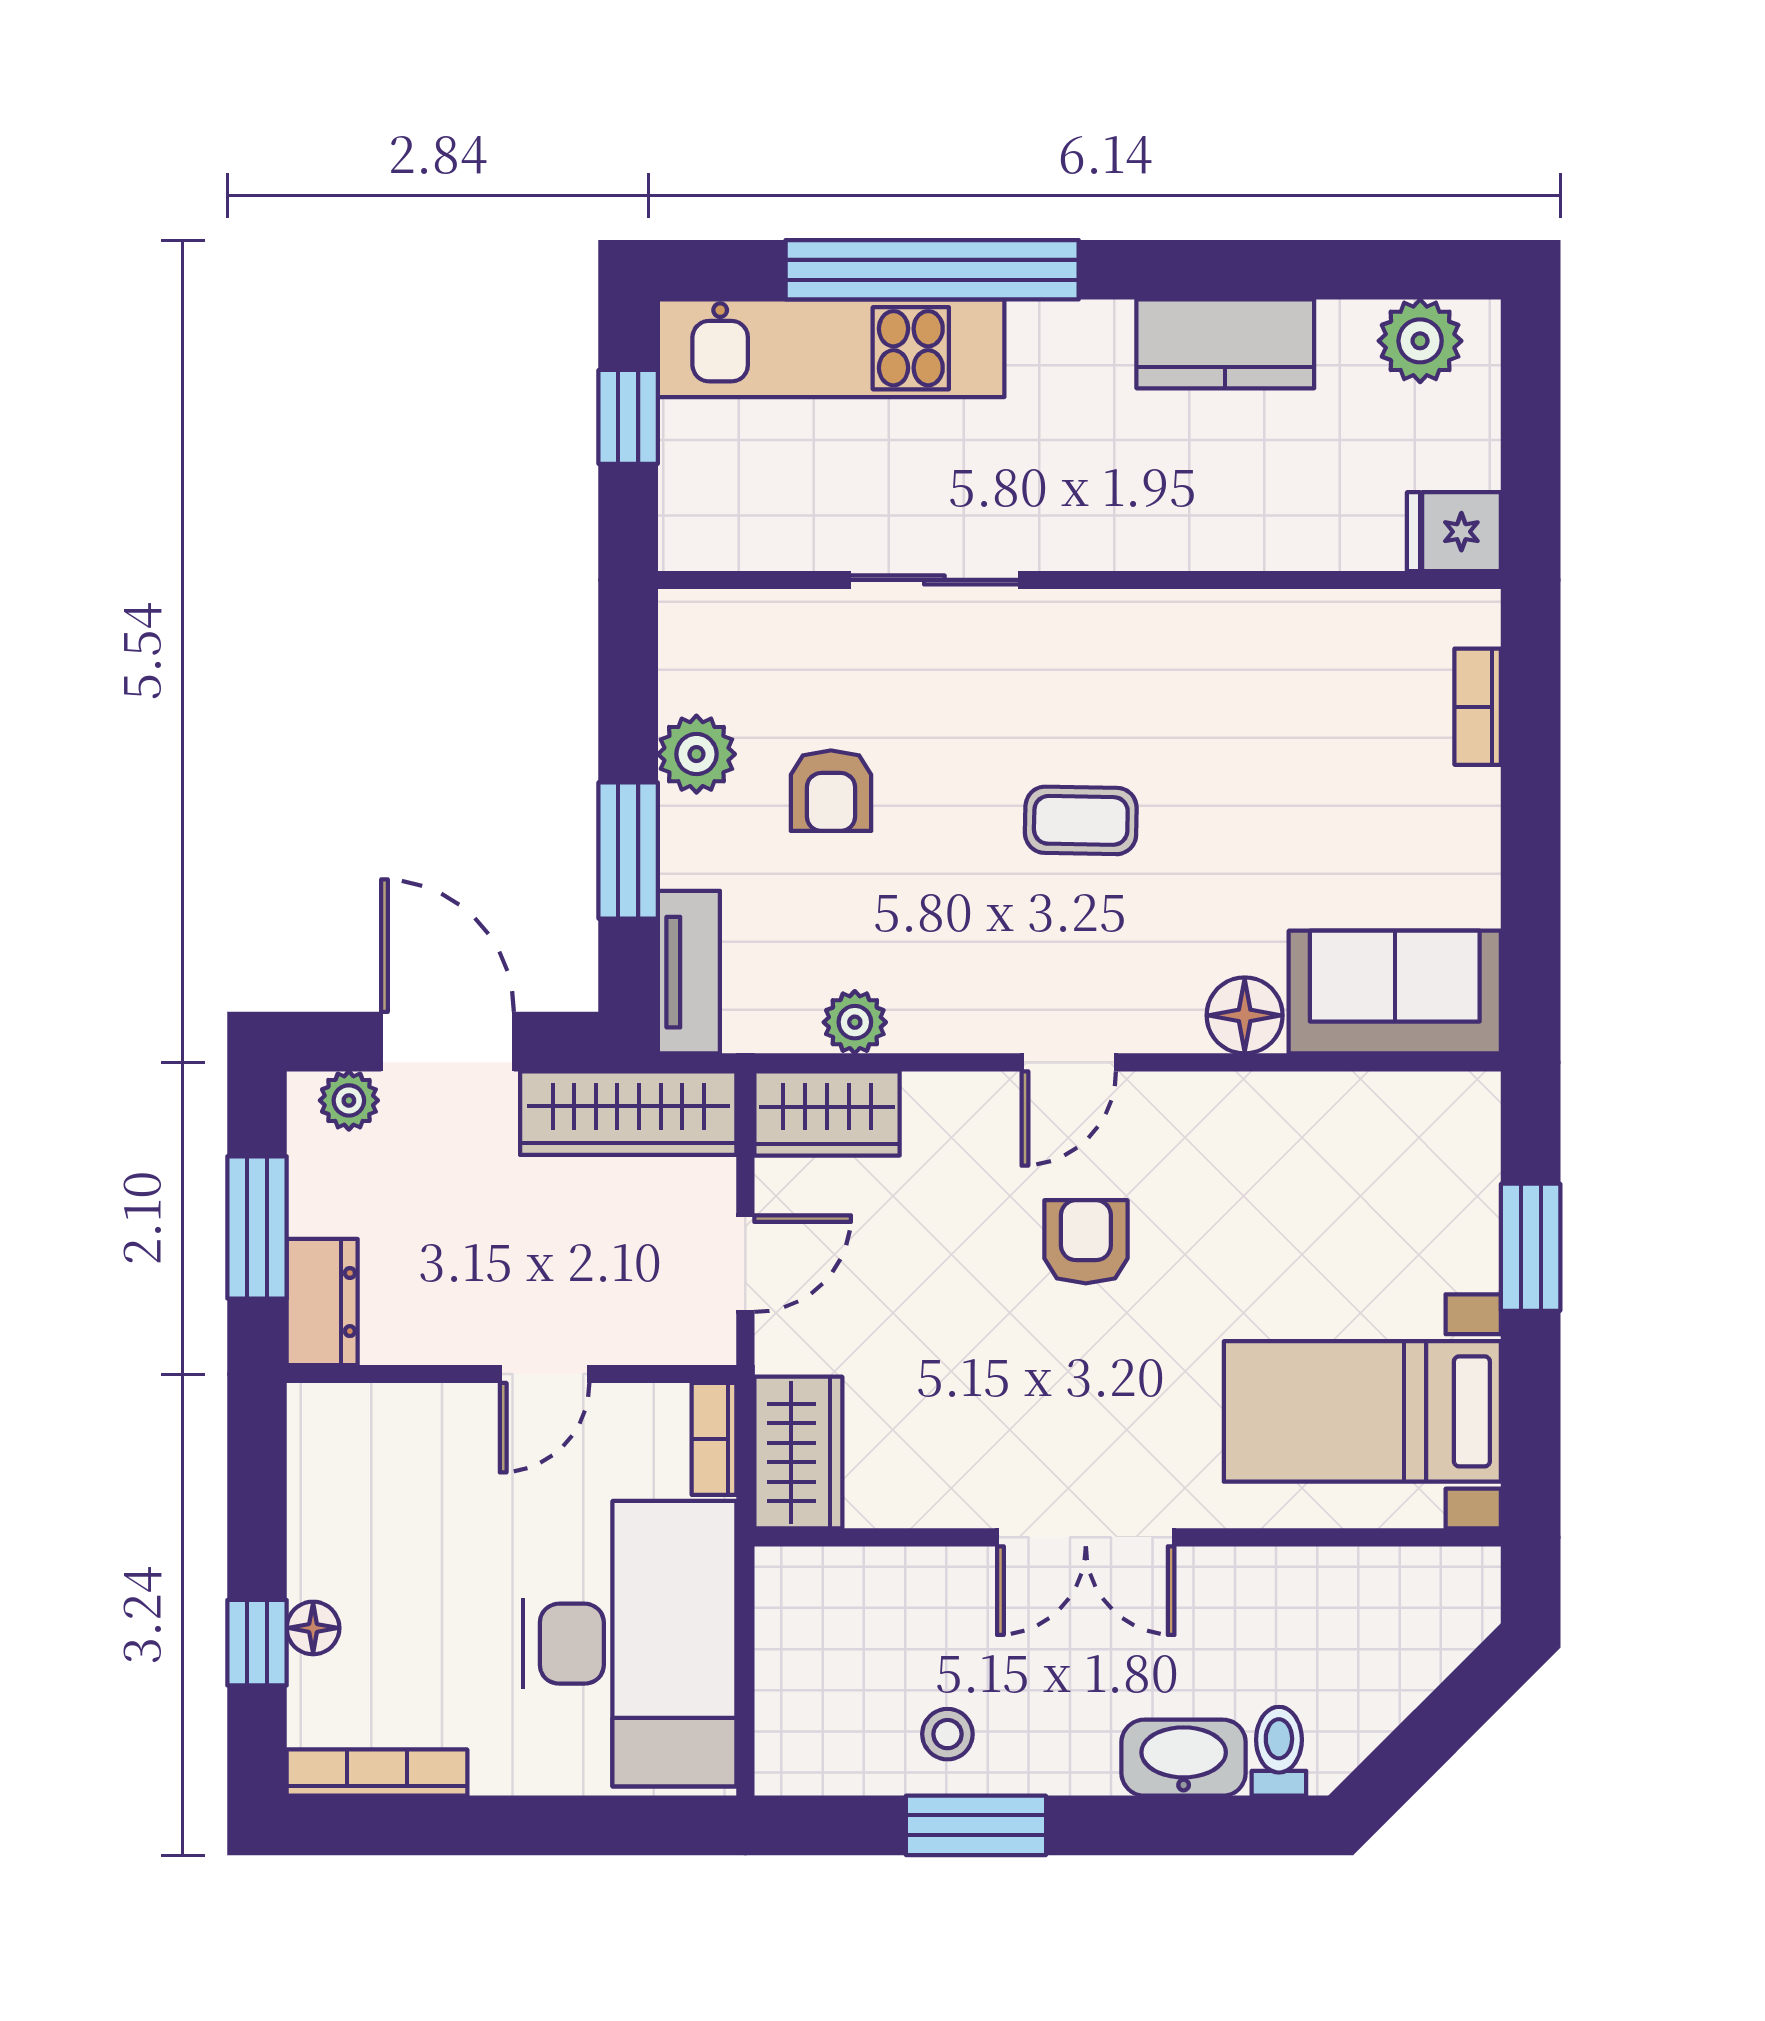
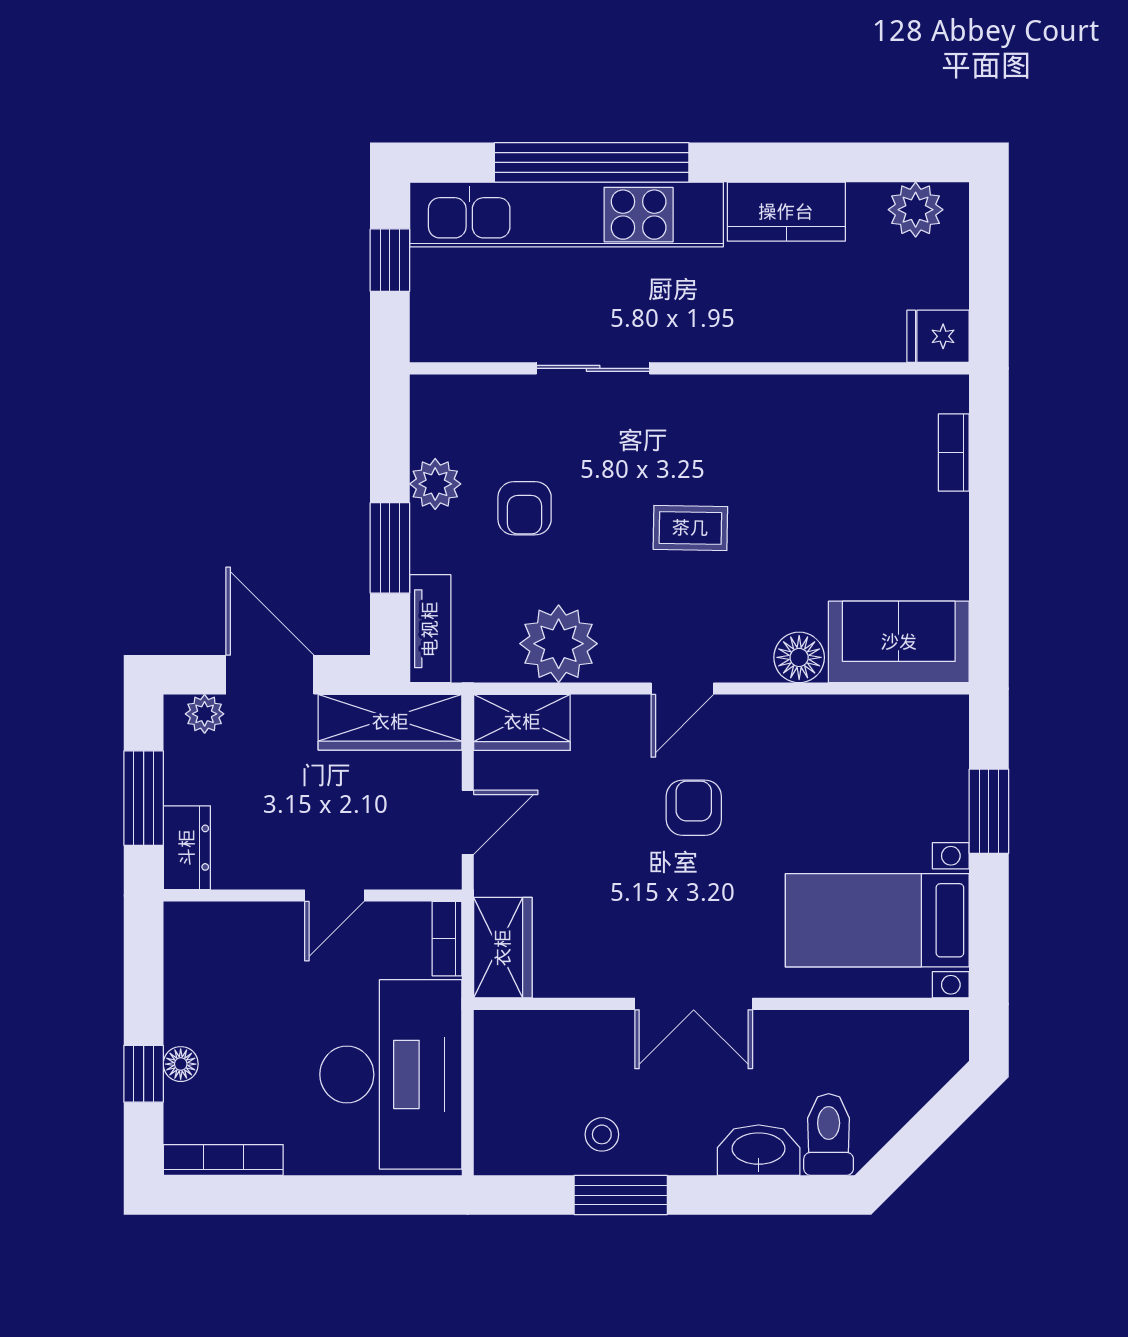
kitchen unit: (831, 348) -> (566, 215), width x1.36
plant: (855, 1022) -> (559, 644), width x1.87, depth x1.87
toilet: (1279, 1751) -> (829, 1134), width x1.37, depth x1.39

